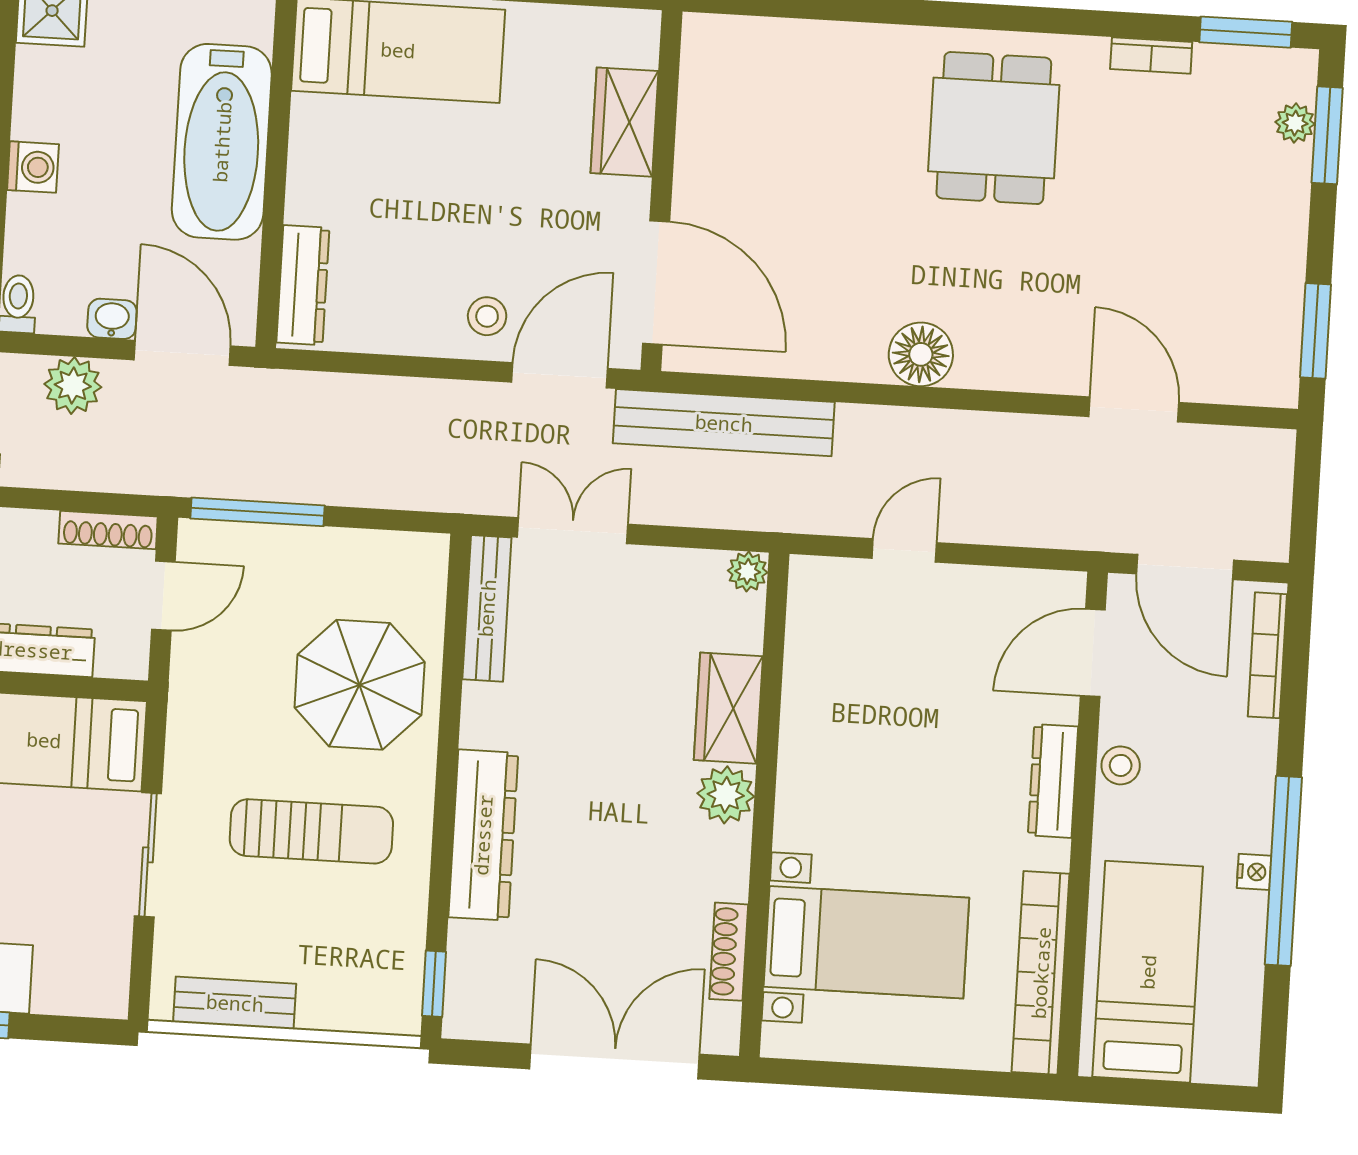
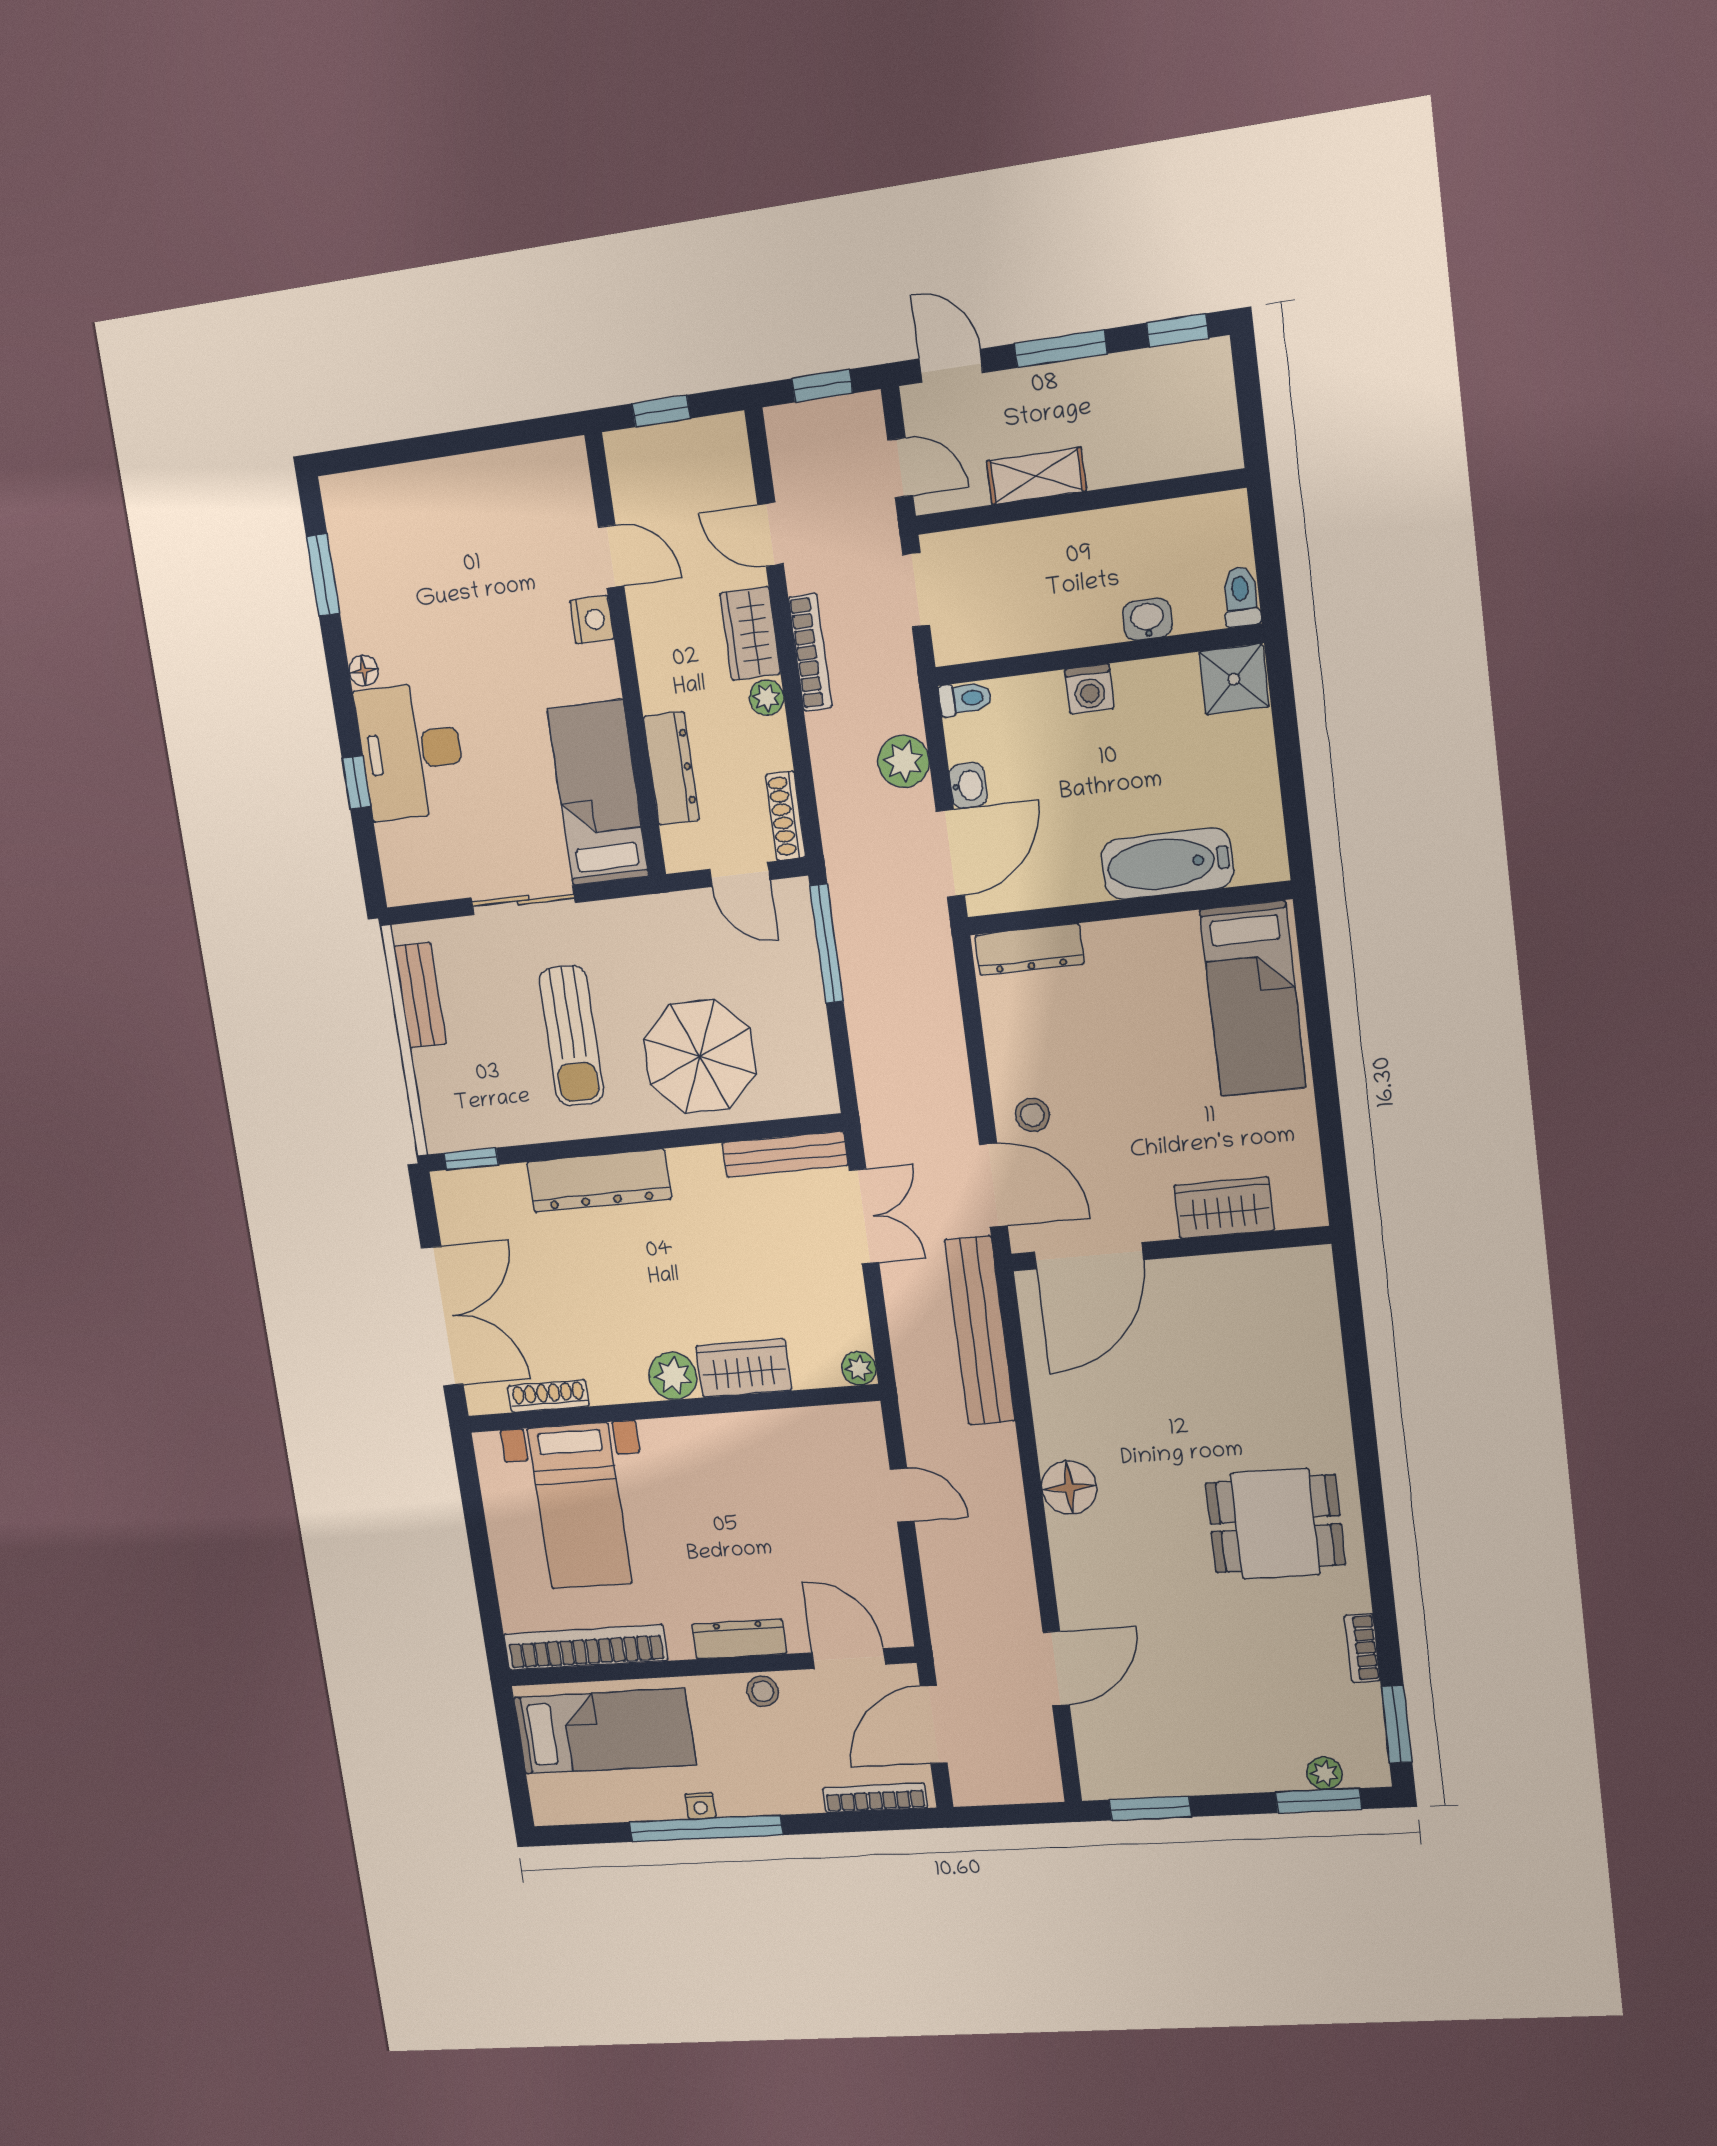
bathtub: (222, 142) -> (1167, 864), width x0.73, depth x0.73

